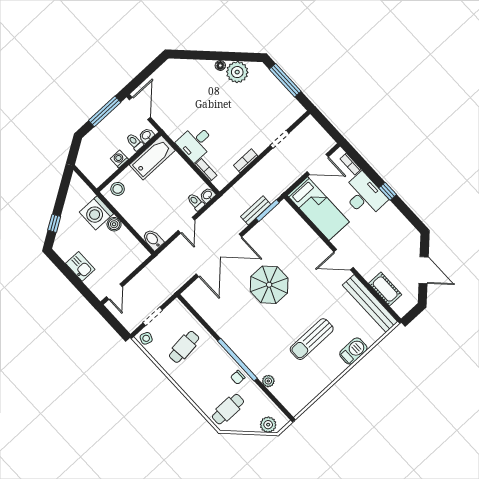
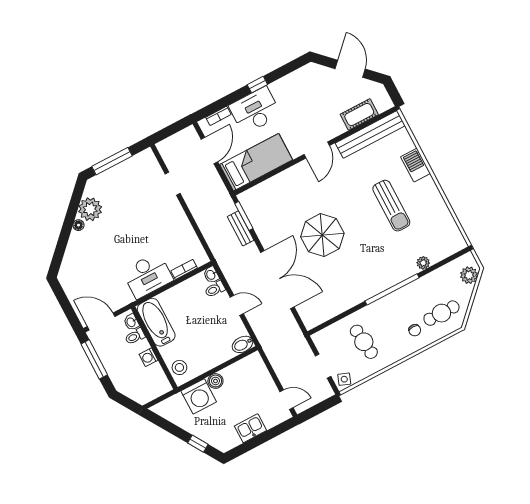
desk: (196, 143) -> (148, 275), width x1.37
bookcase: (246, 161) -> (186, 225), removed
door: (424, 270) -> (350, 69), hinge flipped
chair: (238, 377) -> (415, 330), moved
cafe table: (228, 409) -> (441, 313), turned 90

